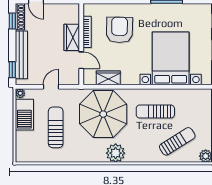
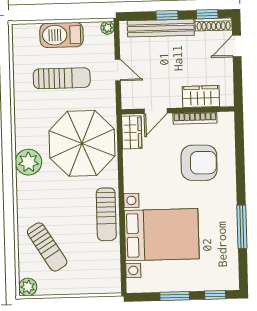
wardrobe: (72, 37) -> (201, 97), moved
window: (12, 70) -> (167, 15), moved
wardrobe: (108, 78) -> (132, 132), moved
sun lounger: (155, 111) -> (106, 214), moved, turned 180
barbecue: (24, 115) -> (62, 35), moved

